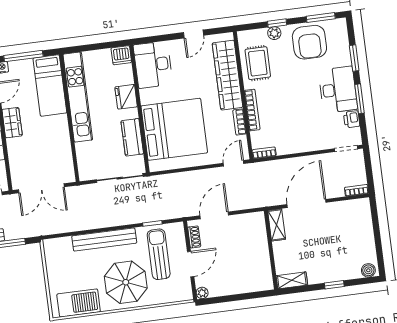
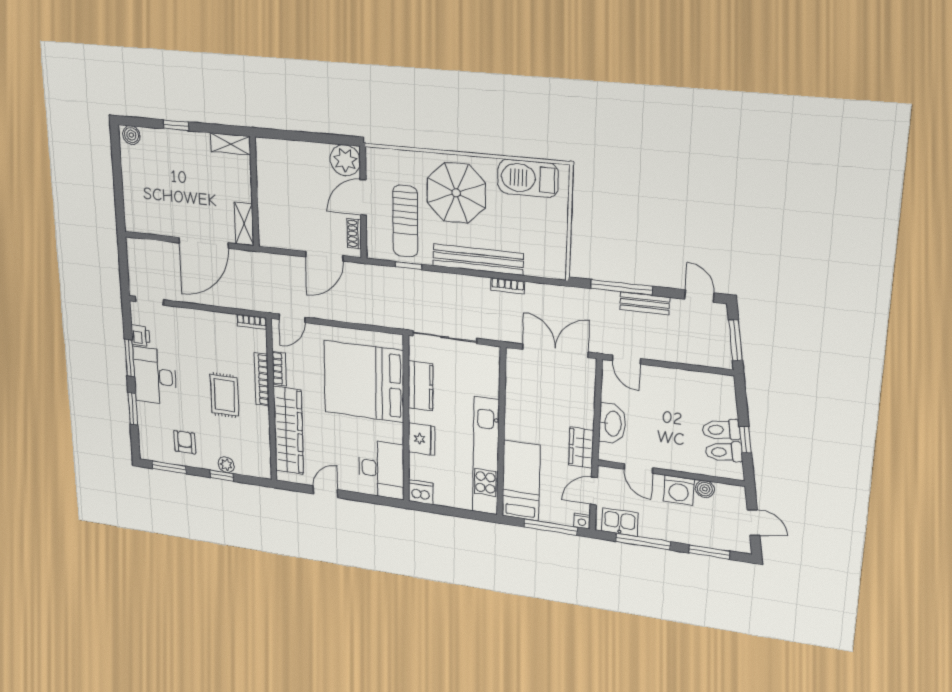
armchair: (309, 42) -> (185, 442), width x0.53, depth x0.53
rug: (258, 63) -> (224, 395), moved
bookcase: (356, 190) -> (508, 286), moved
plant: (202, 293) -> (345, 160), width x1.87, depth x1.87

